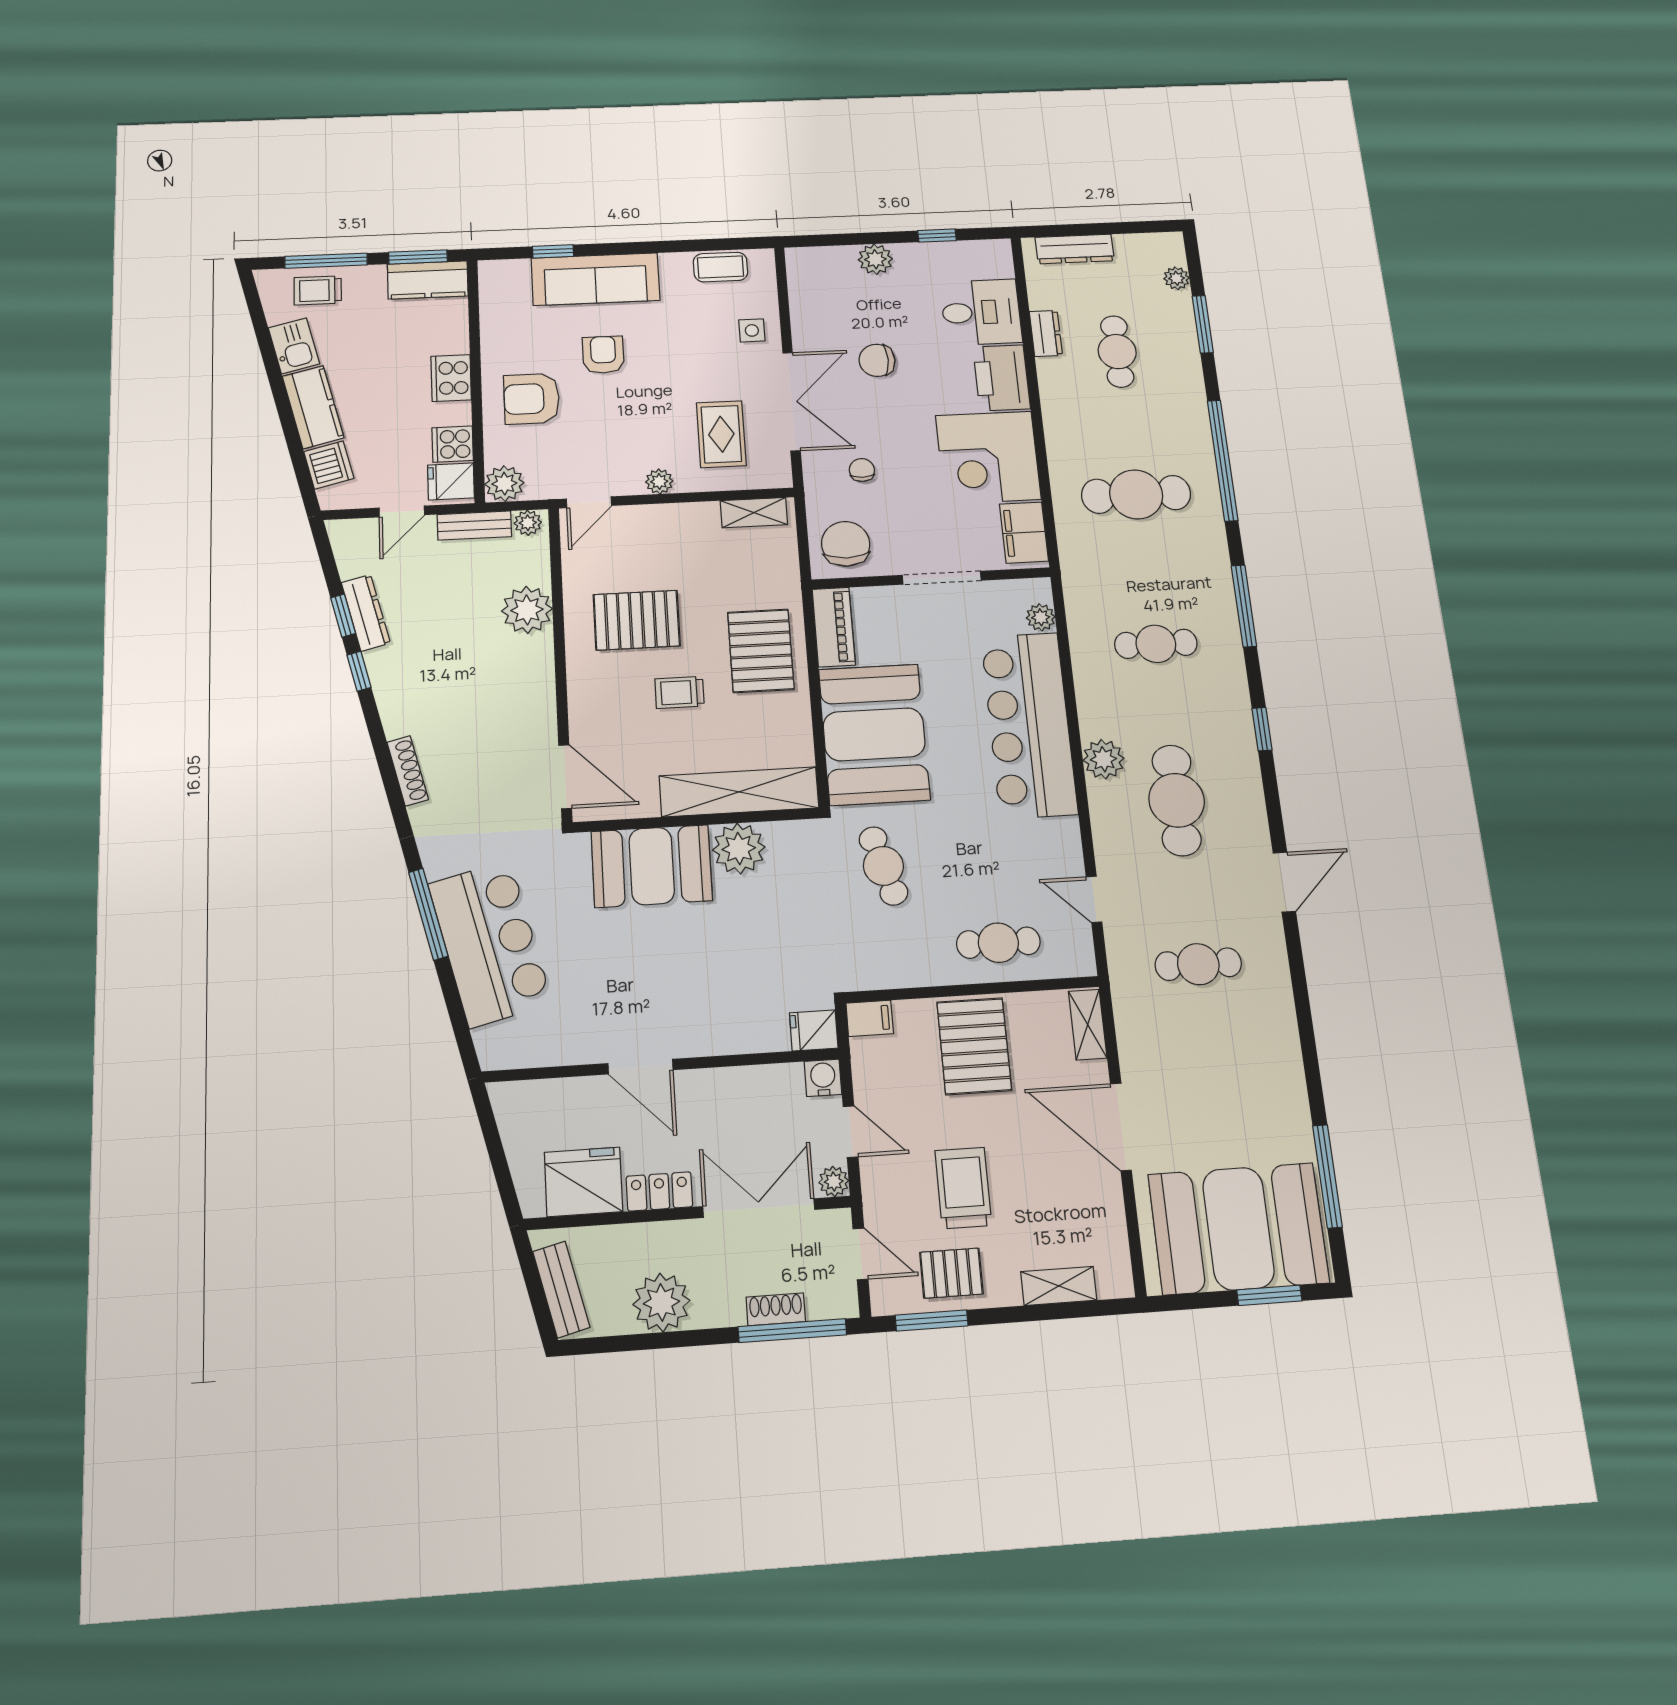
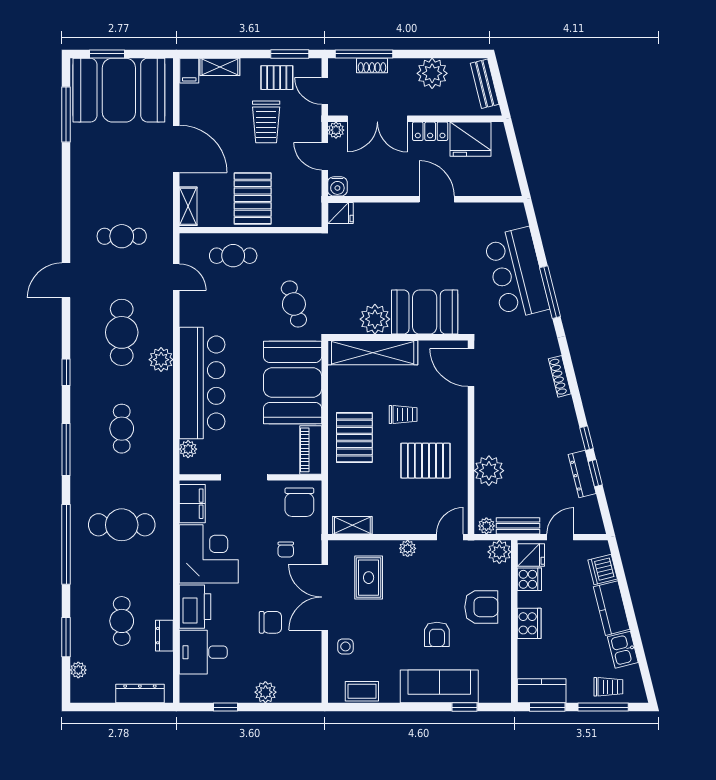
cafe table: (1156, 644) -> (122, 429), turned 90
filing cabinet: (870, 1018) -> (189, 71), moved, turned -90

